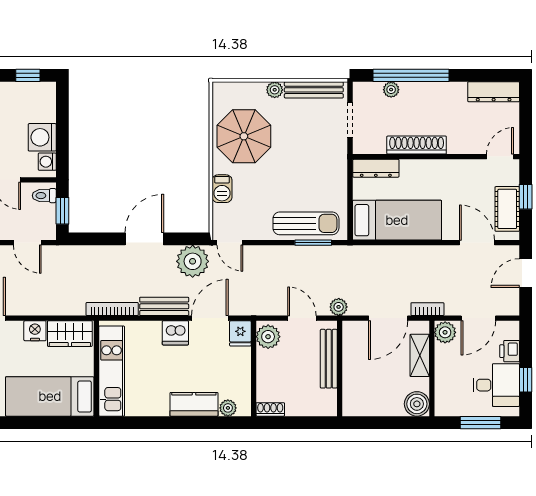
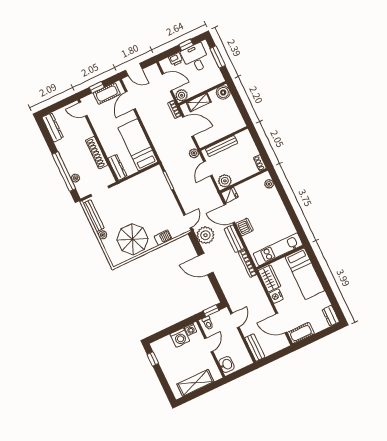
sun lounger: (306, 223) -> (161, 189), removed
kitchen counter: (194, 404) -> (275, 201), removed

